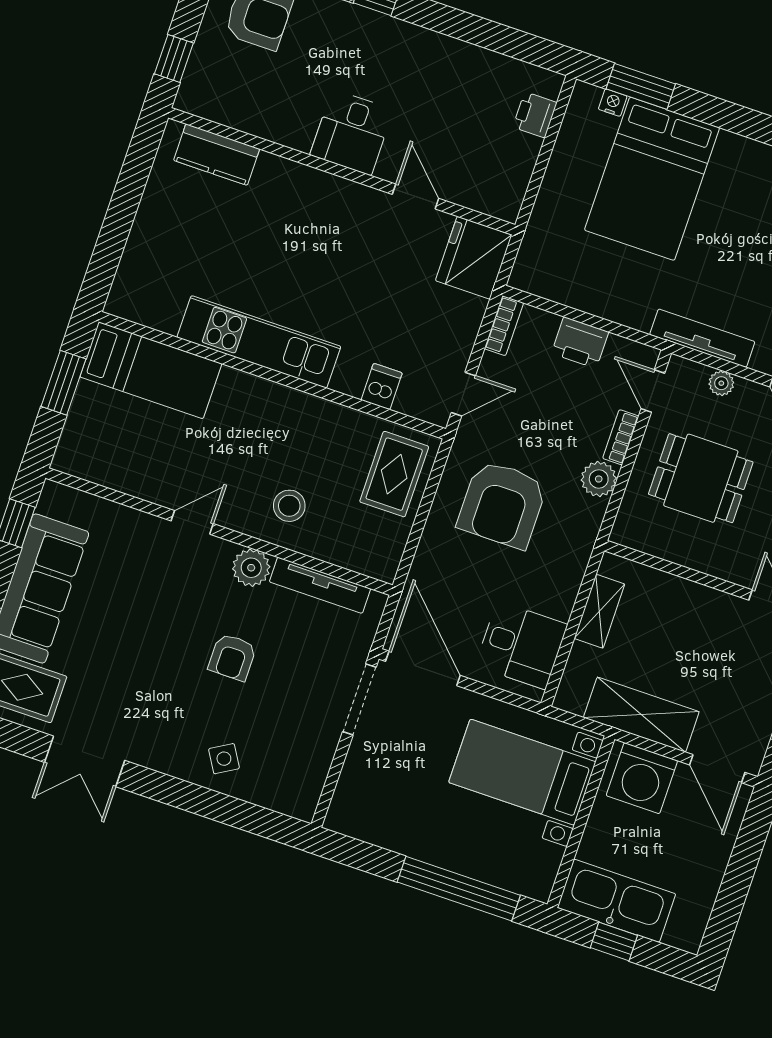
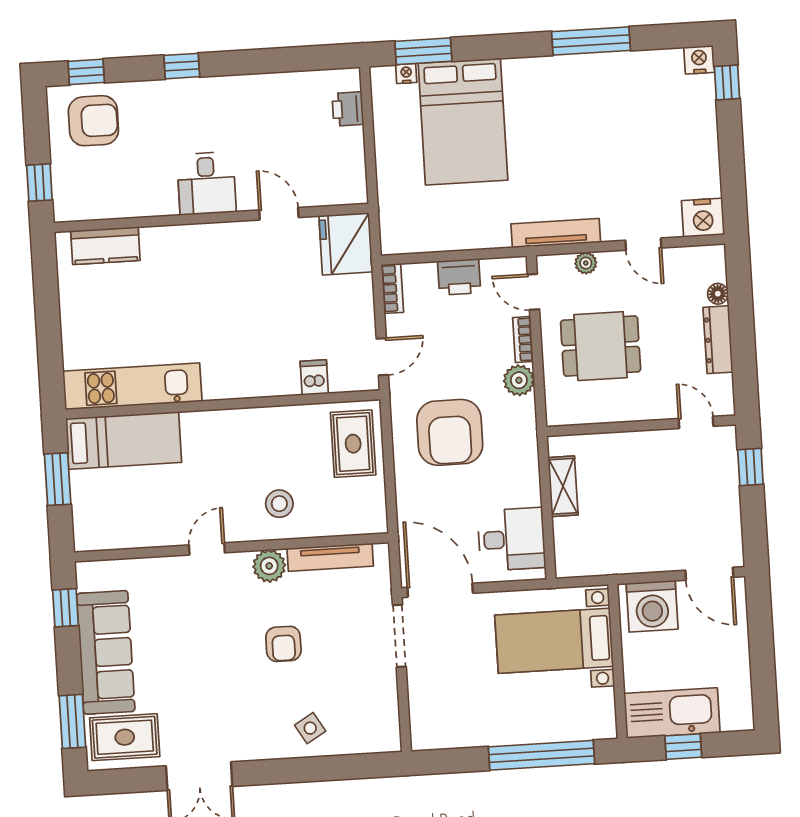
kitchen unit: (259, 342) -> (132, 386), moved
shelving: (641, 715) -> (631, 555), removed

